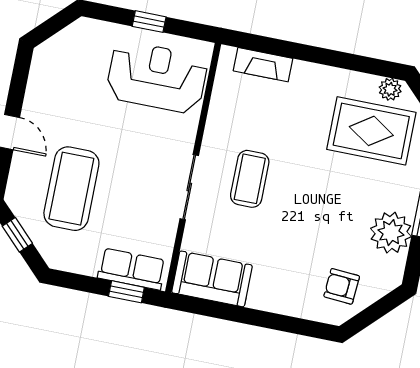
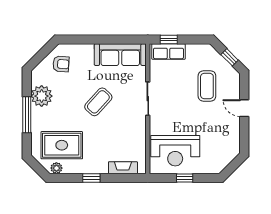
window: (327, 57) -> (91, 178), added
coffee table: (250, 179) -> (98, 102), moved, turned 42
coffee table: (71, 189) -> (207, 86), width x0.73, depth x0.76
sofa: (212, 279) -> (120, 55), width x1.36

